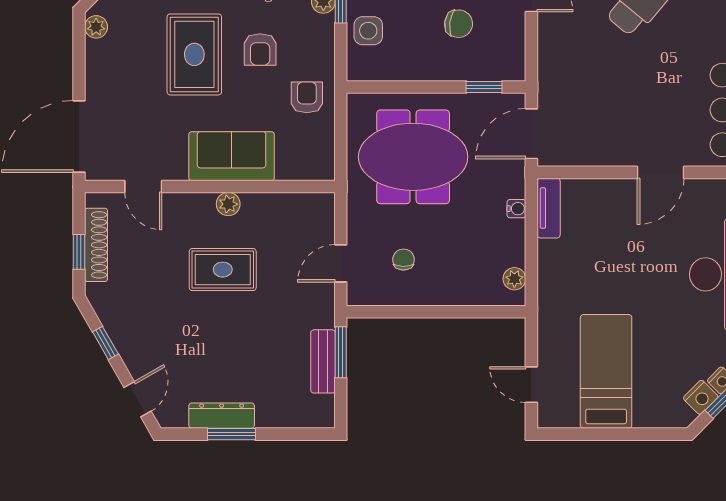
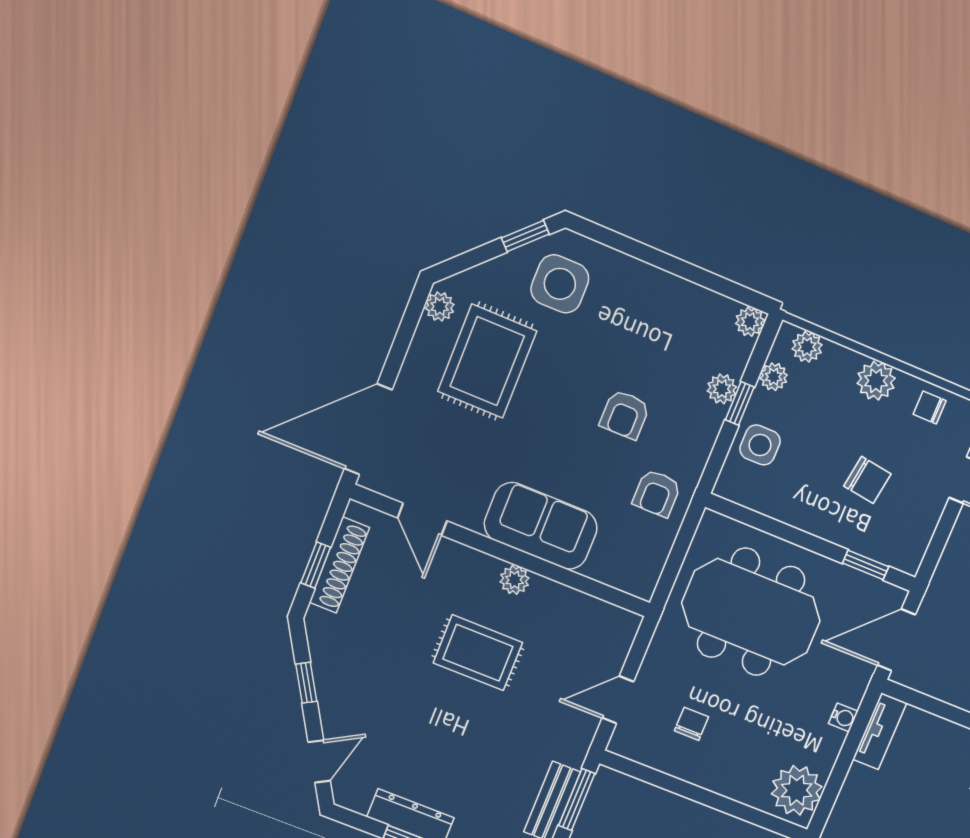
rug: (194, 54) -> (487, 361), moved
armchair: (307, 97) -> (657, 493), turned 180
plant: (514, 279) -> (797, 790), width x1.87, depth x1.87

